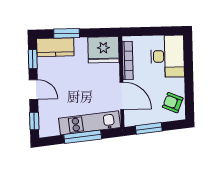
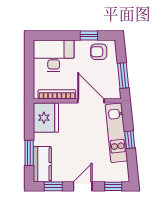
window: (189, 92) -> (89, 36), added
door: (122, 96) -> (91, 101), hinge flipped
armchair: (173, 103) -> (99, 52), turned 68
window: (83, 137) -> (130, 140), width x0.46

